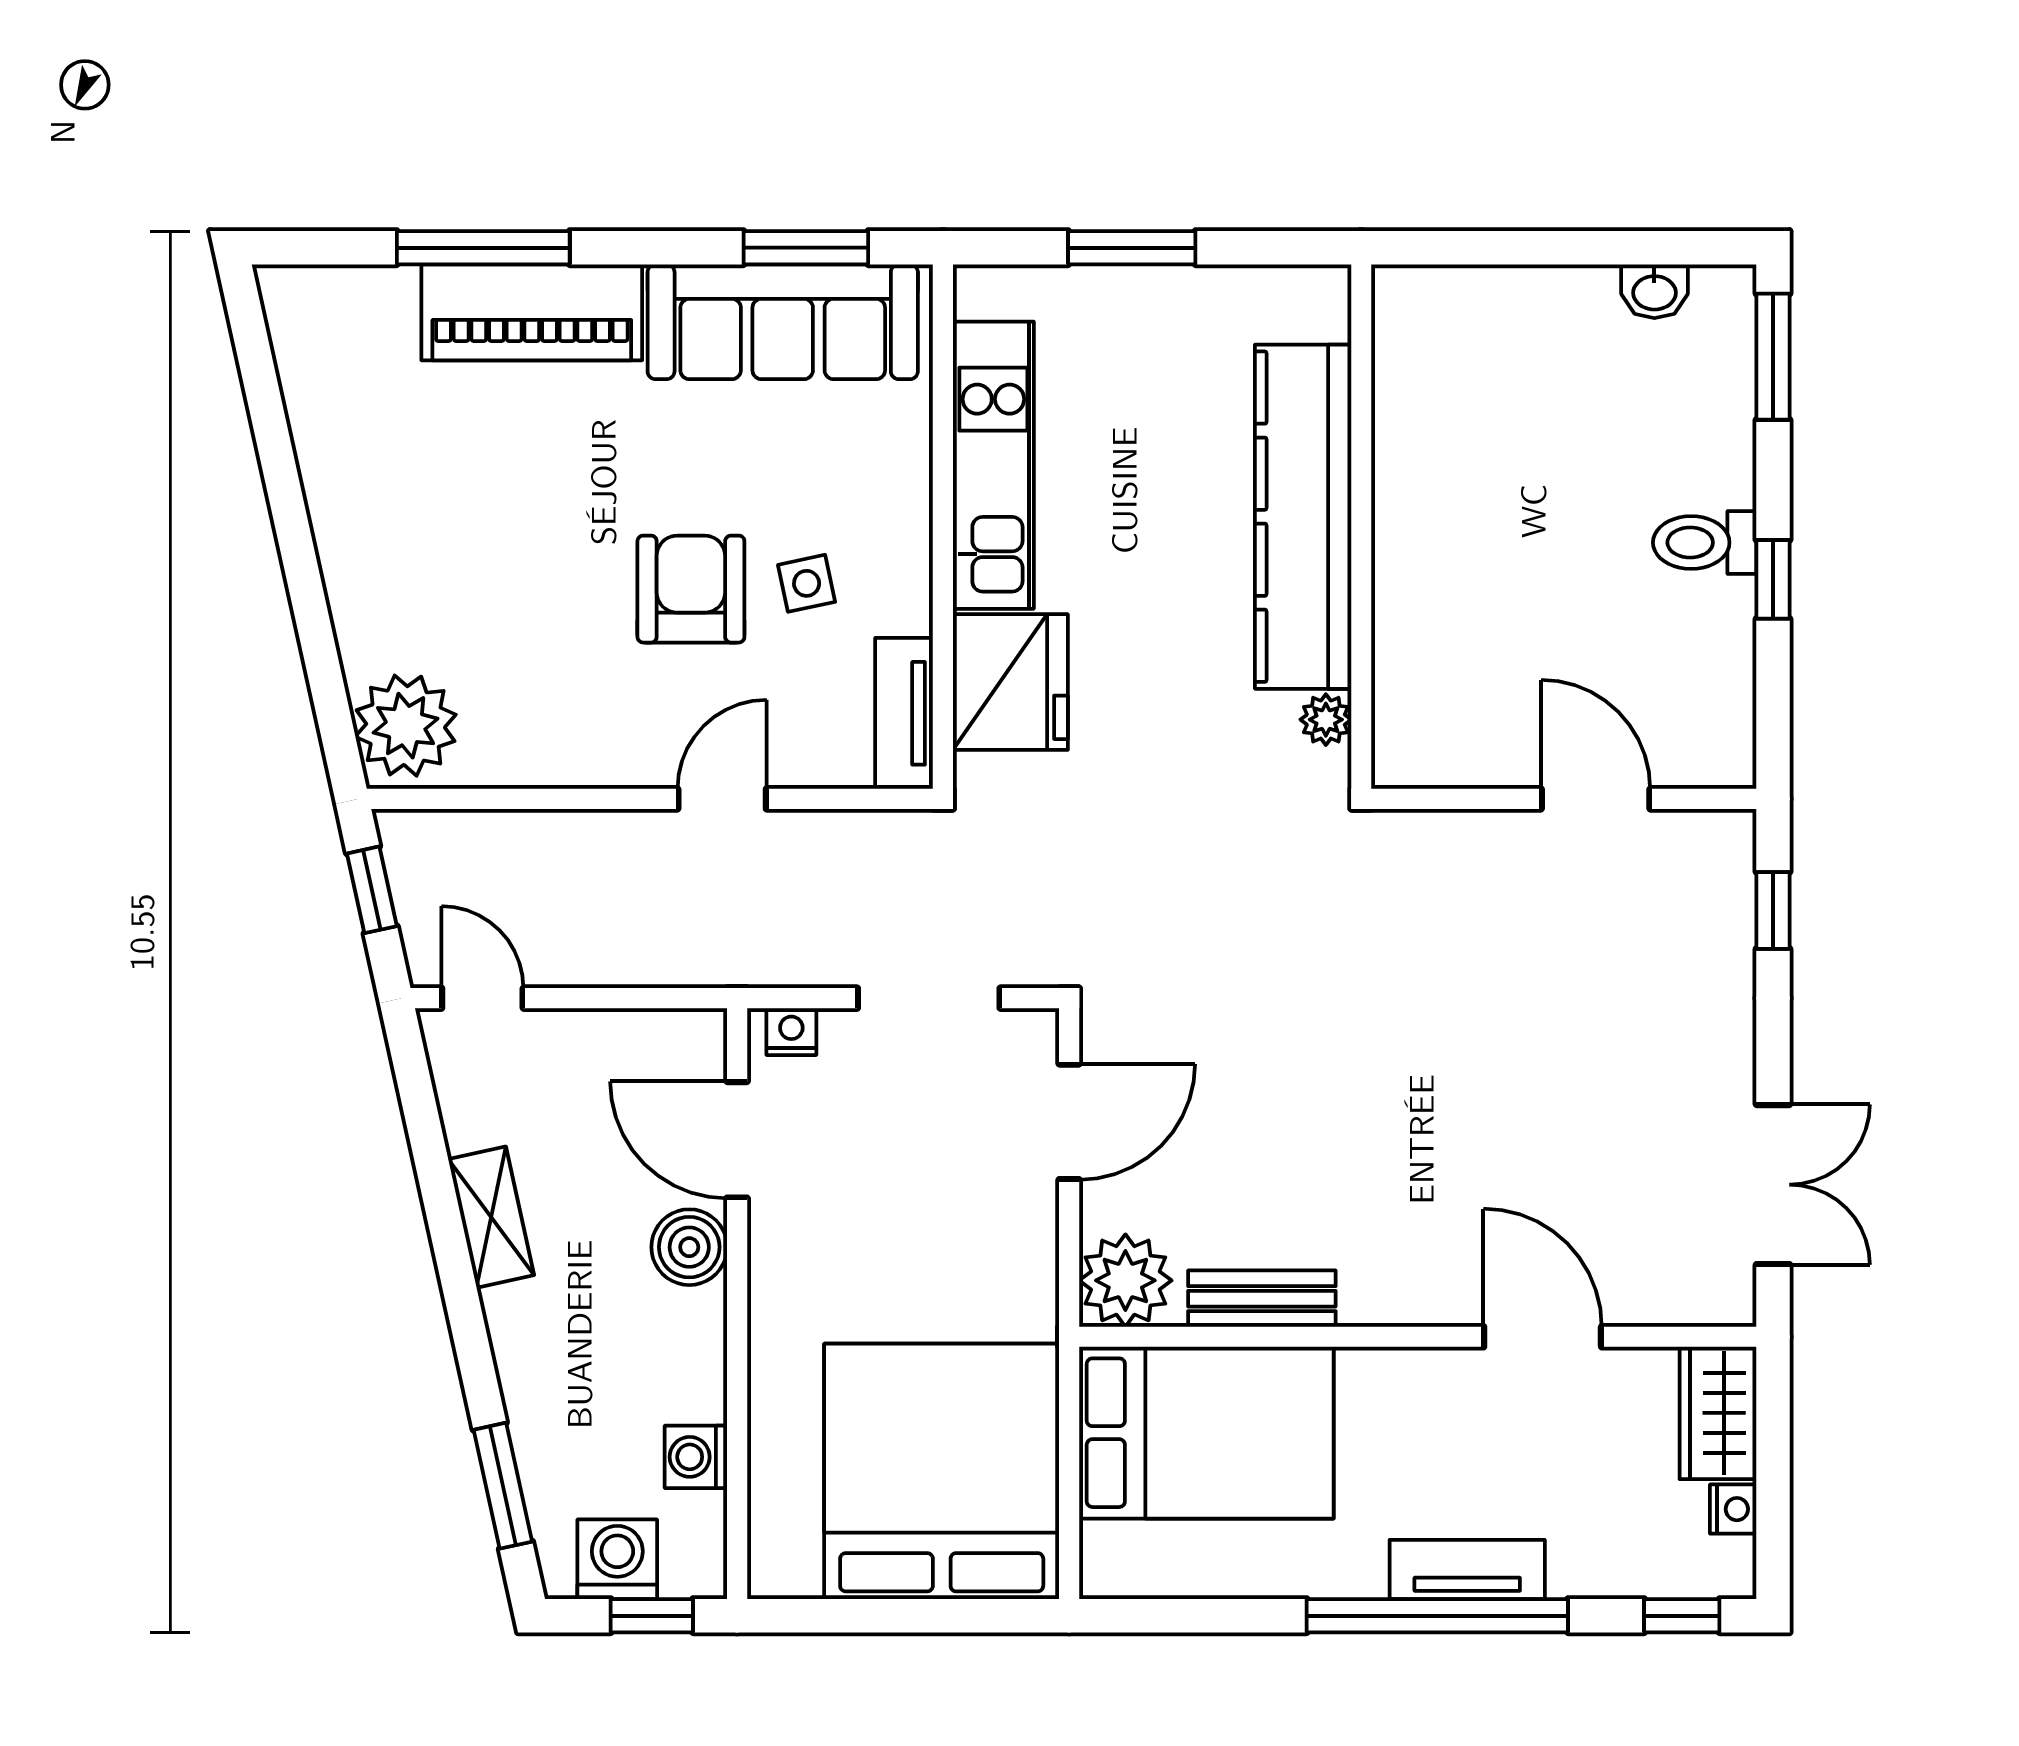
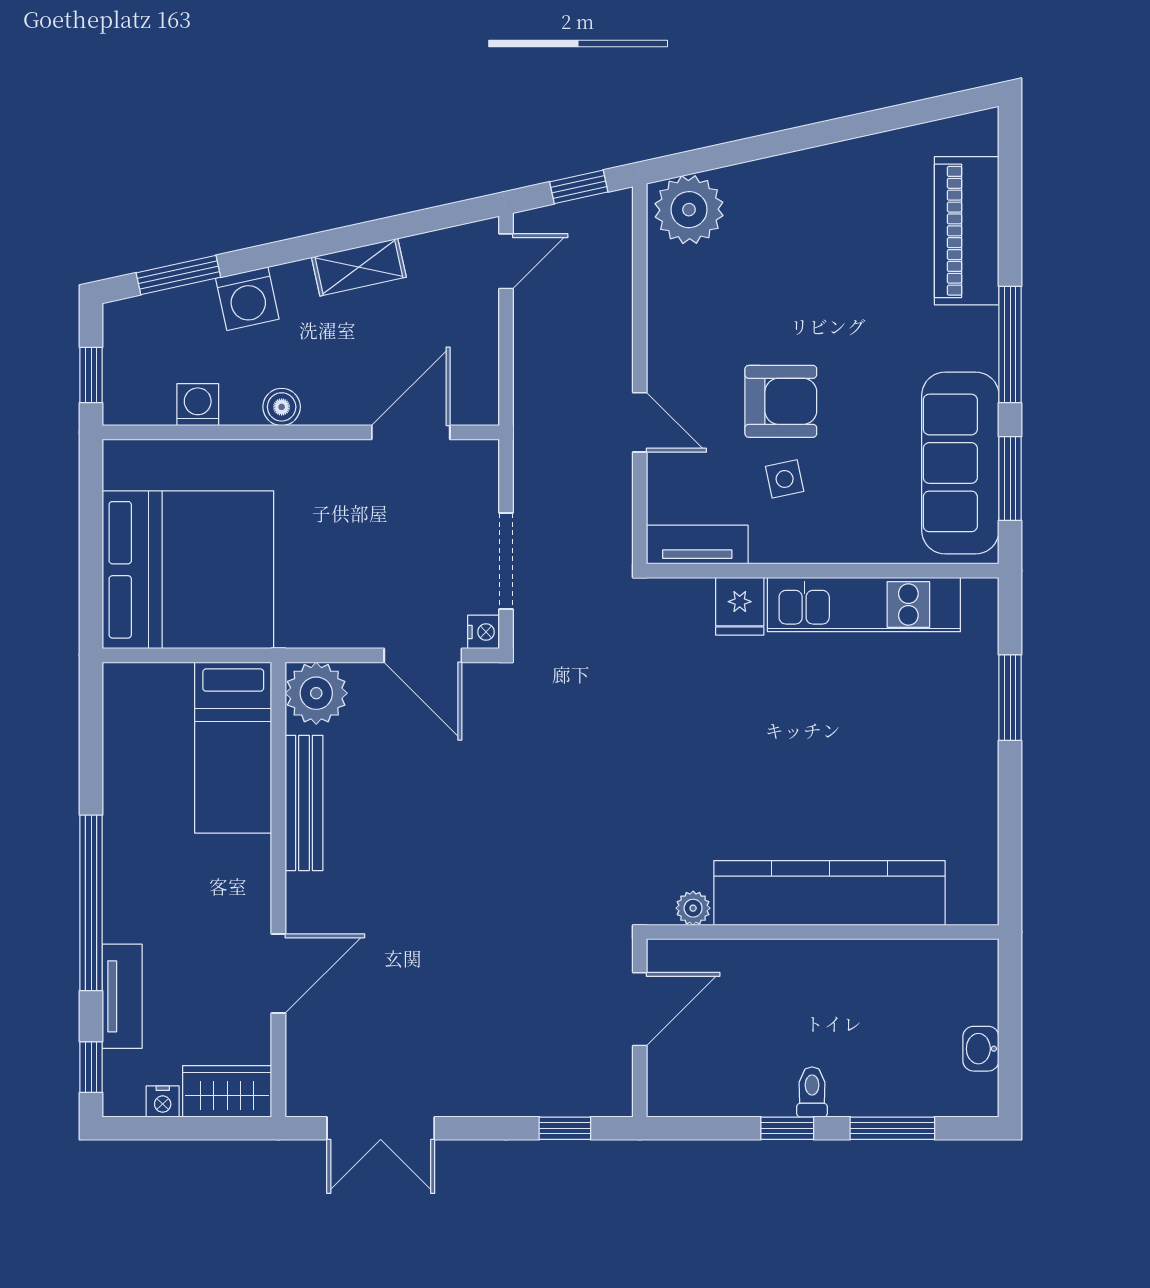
window: (483, 248) -> (1010, 345), moved
piano: (532, 312) -> (967, 231), moved
window: (1773, 357) -> (892, 1128), moved
kitchen counter: (1303, 517) -> (829, 893), moved
wall: (1361, 527) -> (823, 932), moved
toilet: (1705, 543) -> (812, 1092), width x0.73, depth x0.72
fridge: (1010, 682) -> (740, 606), width x0.53, depth x0.75
plant: (1326, 720) -> (693, 908), moved
nightstand: (791, 1032) -> (483, 632), moved
boiler: (689, 1247) -> (282, 407), moved, width x0.73, depth x0.73
bench: (1262, 1299) -> (304, 803), width x1.36
bed: (1206, 1433) -> (233, 748), width x0.67
washing machine: (617, 1559) -> (247, 299), moved, turned 78
tv unit: (1467, 1569) -> (122, 996), moved

